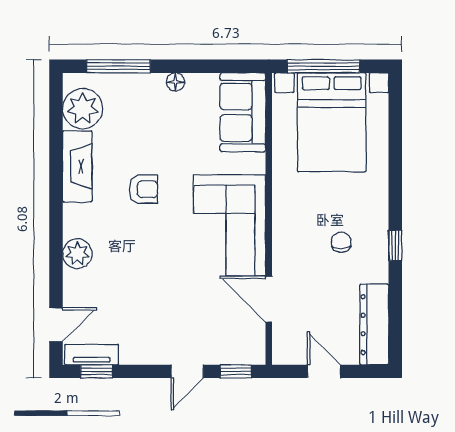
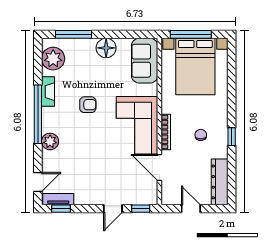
floor lamp: (175, 82) -> (106, 48), width x1.89, depth x1.89
fireplace: (77, 166) -> (48, 92), width x0.73, depth x0.76
window: (56, 206) -> (38, 114), added
bookcase: (280, 237) -> (166, 132), added

